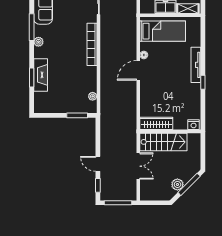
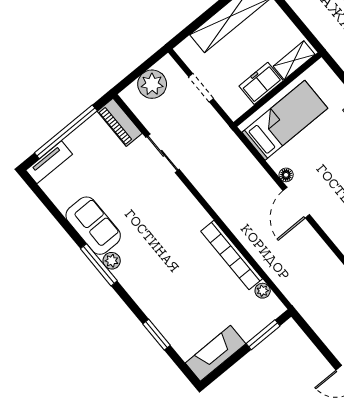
plant: (38, 42) -> (112, 261), moved
bookcase: (92, 44) -> (232, 255), moved
fireplace: (41, 75) -> (215, 353), moved, turned -90

